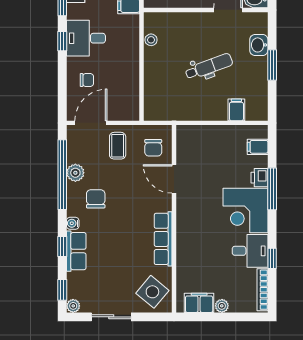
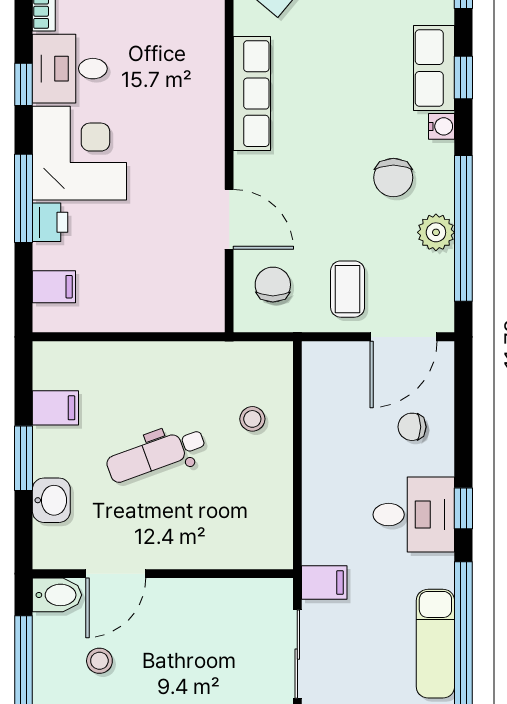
stool: (151, 40) -> (252, 419), moved
filing cabinet: (236, 110) -> (55, 408), moved, turned -90
window: (272, 258) -> (23, 84), moved

